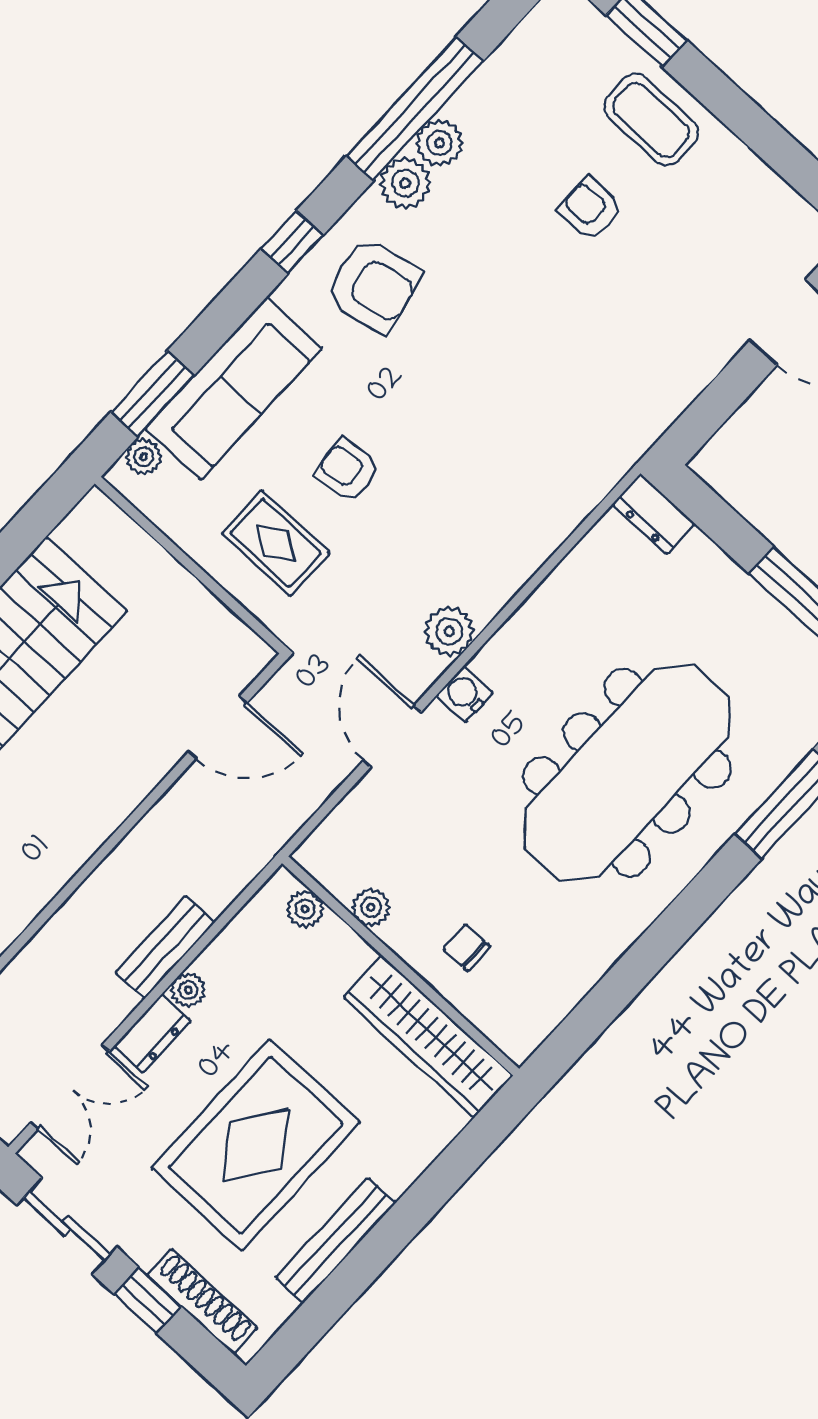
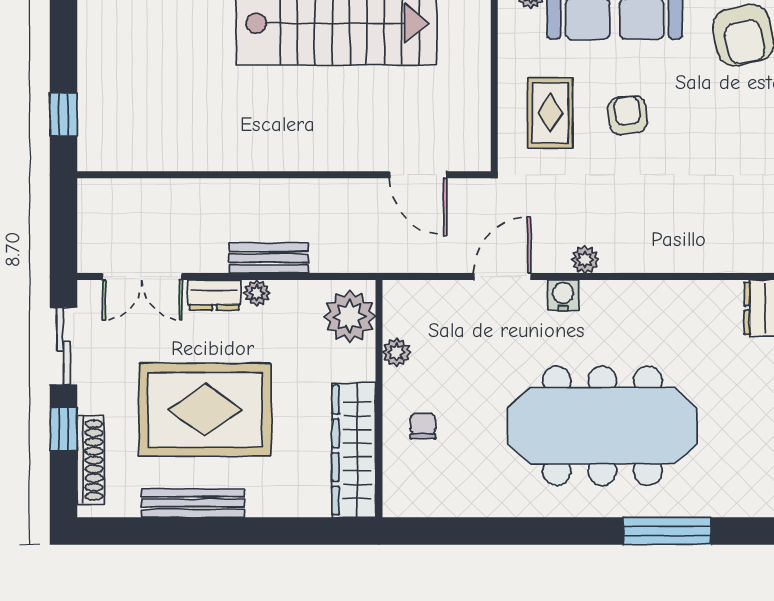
plant: (449, 631) -> (585, 260), width x0.73, depth x0.73
plant: (305, 909) -> (350, 316), width x1.88, depth x1.88

